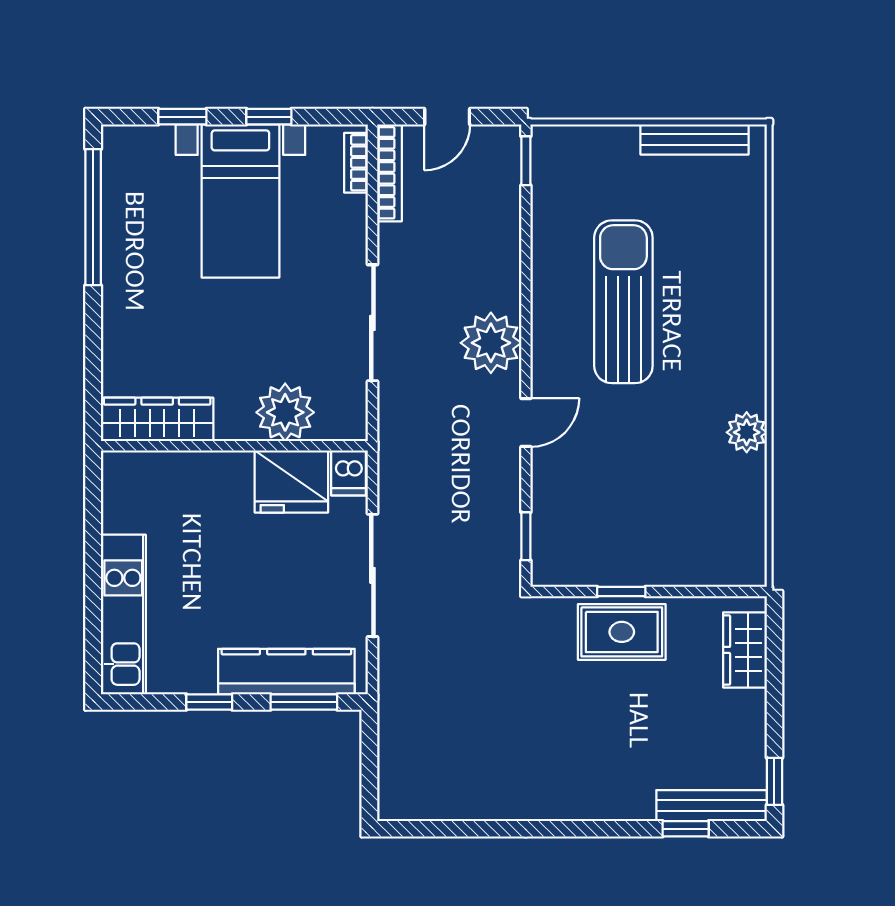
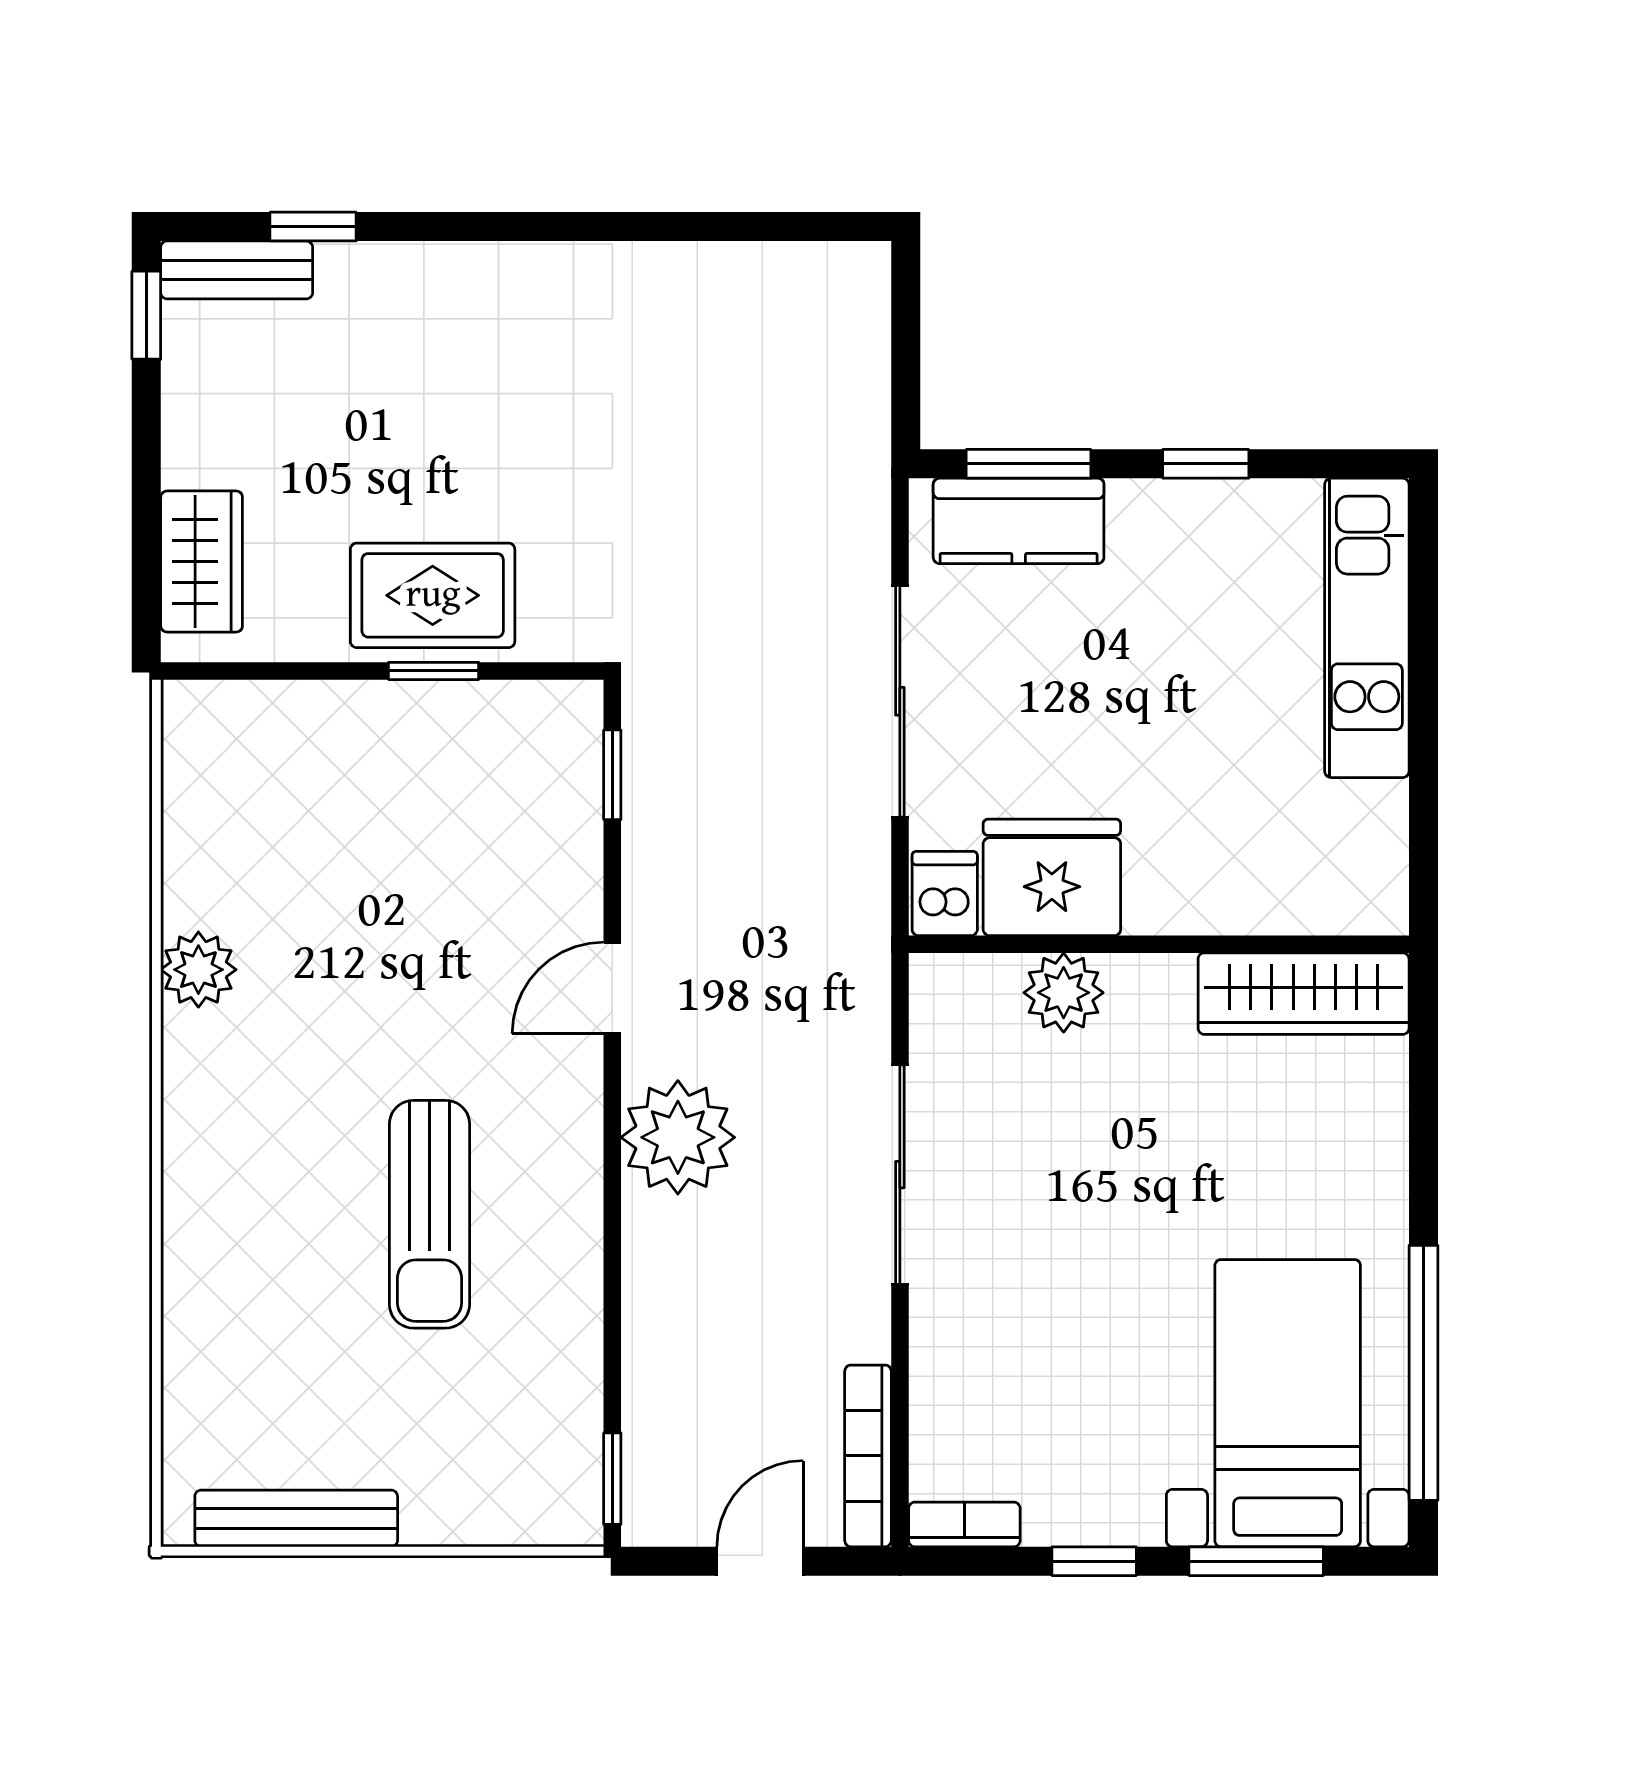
window: (182, 117) -> (1256, 1561), width x1.50
bookcase: (356, 163) -> (964, 1524), moved, turned -90
bed with nightstands: (240, 201) -> (1288, 1403), moved
sun lounger: (623, 302) -> (430, 1214), width x0.73, depth x0.75
plant: (285, 412) -> (1064, 993), width x0.73, depth x0.73
kitchen counter: (286, 672) -> (1019, 521), width x0.67
bench: (712, 806) -> (237, 270), width x0.73

